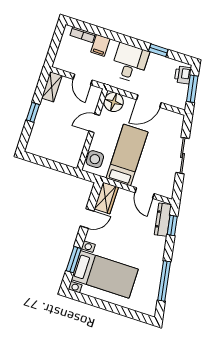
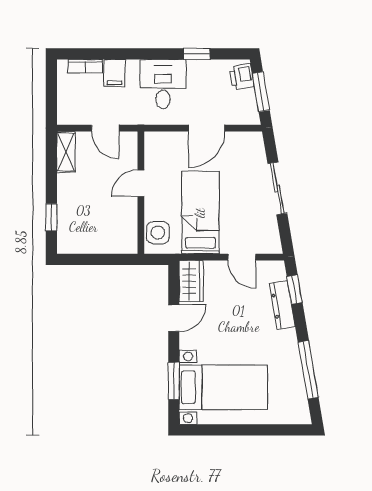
floor lamp: (114, 102) -> (158, 145), removed
window: (33, 112) -> (51, 217), moved
dresser: (163, 220) -> (282, 305), moved

